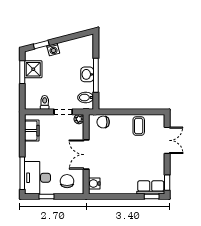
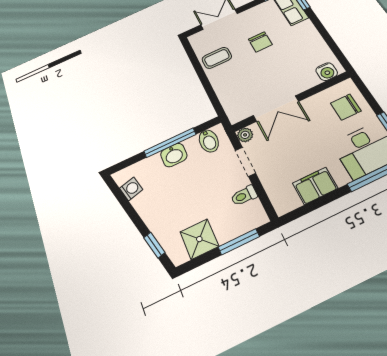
washing machine: (53, 50) -> (131, 189), moved
window: (22, 72) -> (239, 242), moved
chair: (103, 122) -> (260, 42), moved
filing cabinet: (32, 131) -> (315, 186), moved
double door: (86, 155) -> (276, 108), moved

